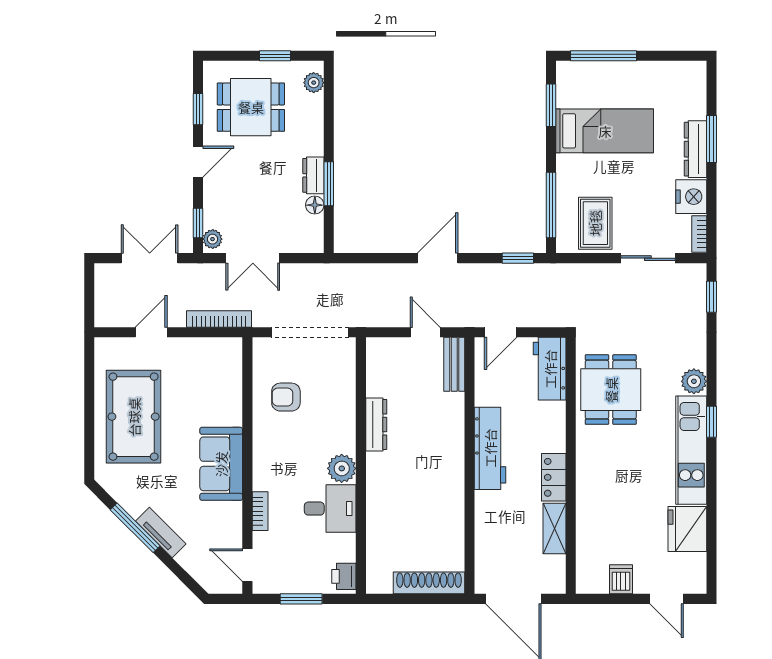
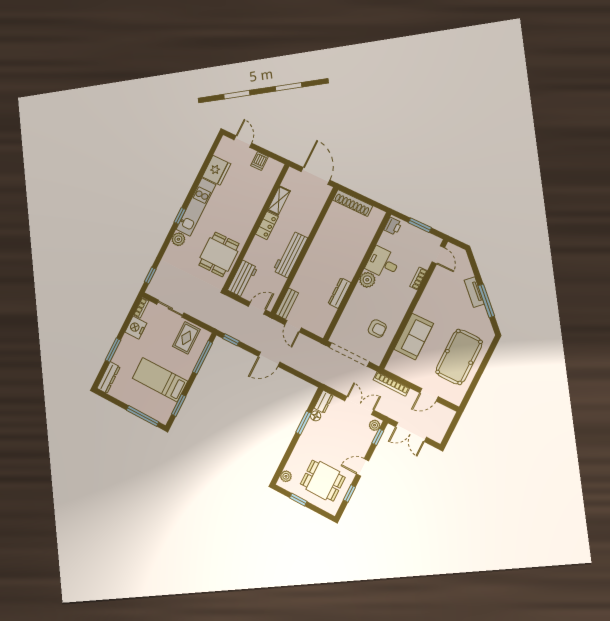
dresser: (695, 149) -> (109, 378), moved
dresser: (313, 175) -> (324, 402), moved
sofa: (221, 464) -> (414, 336), moved

